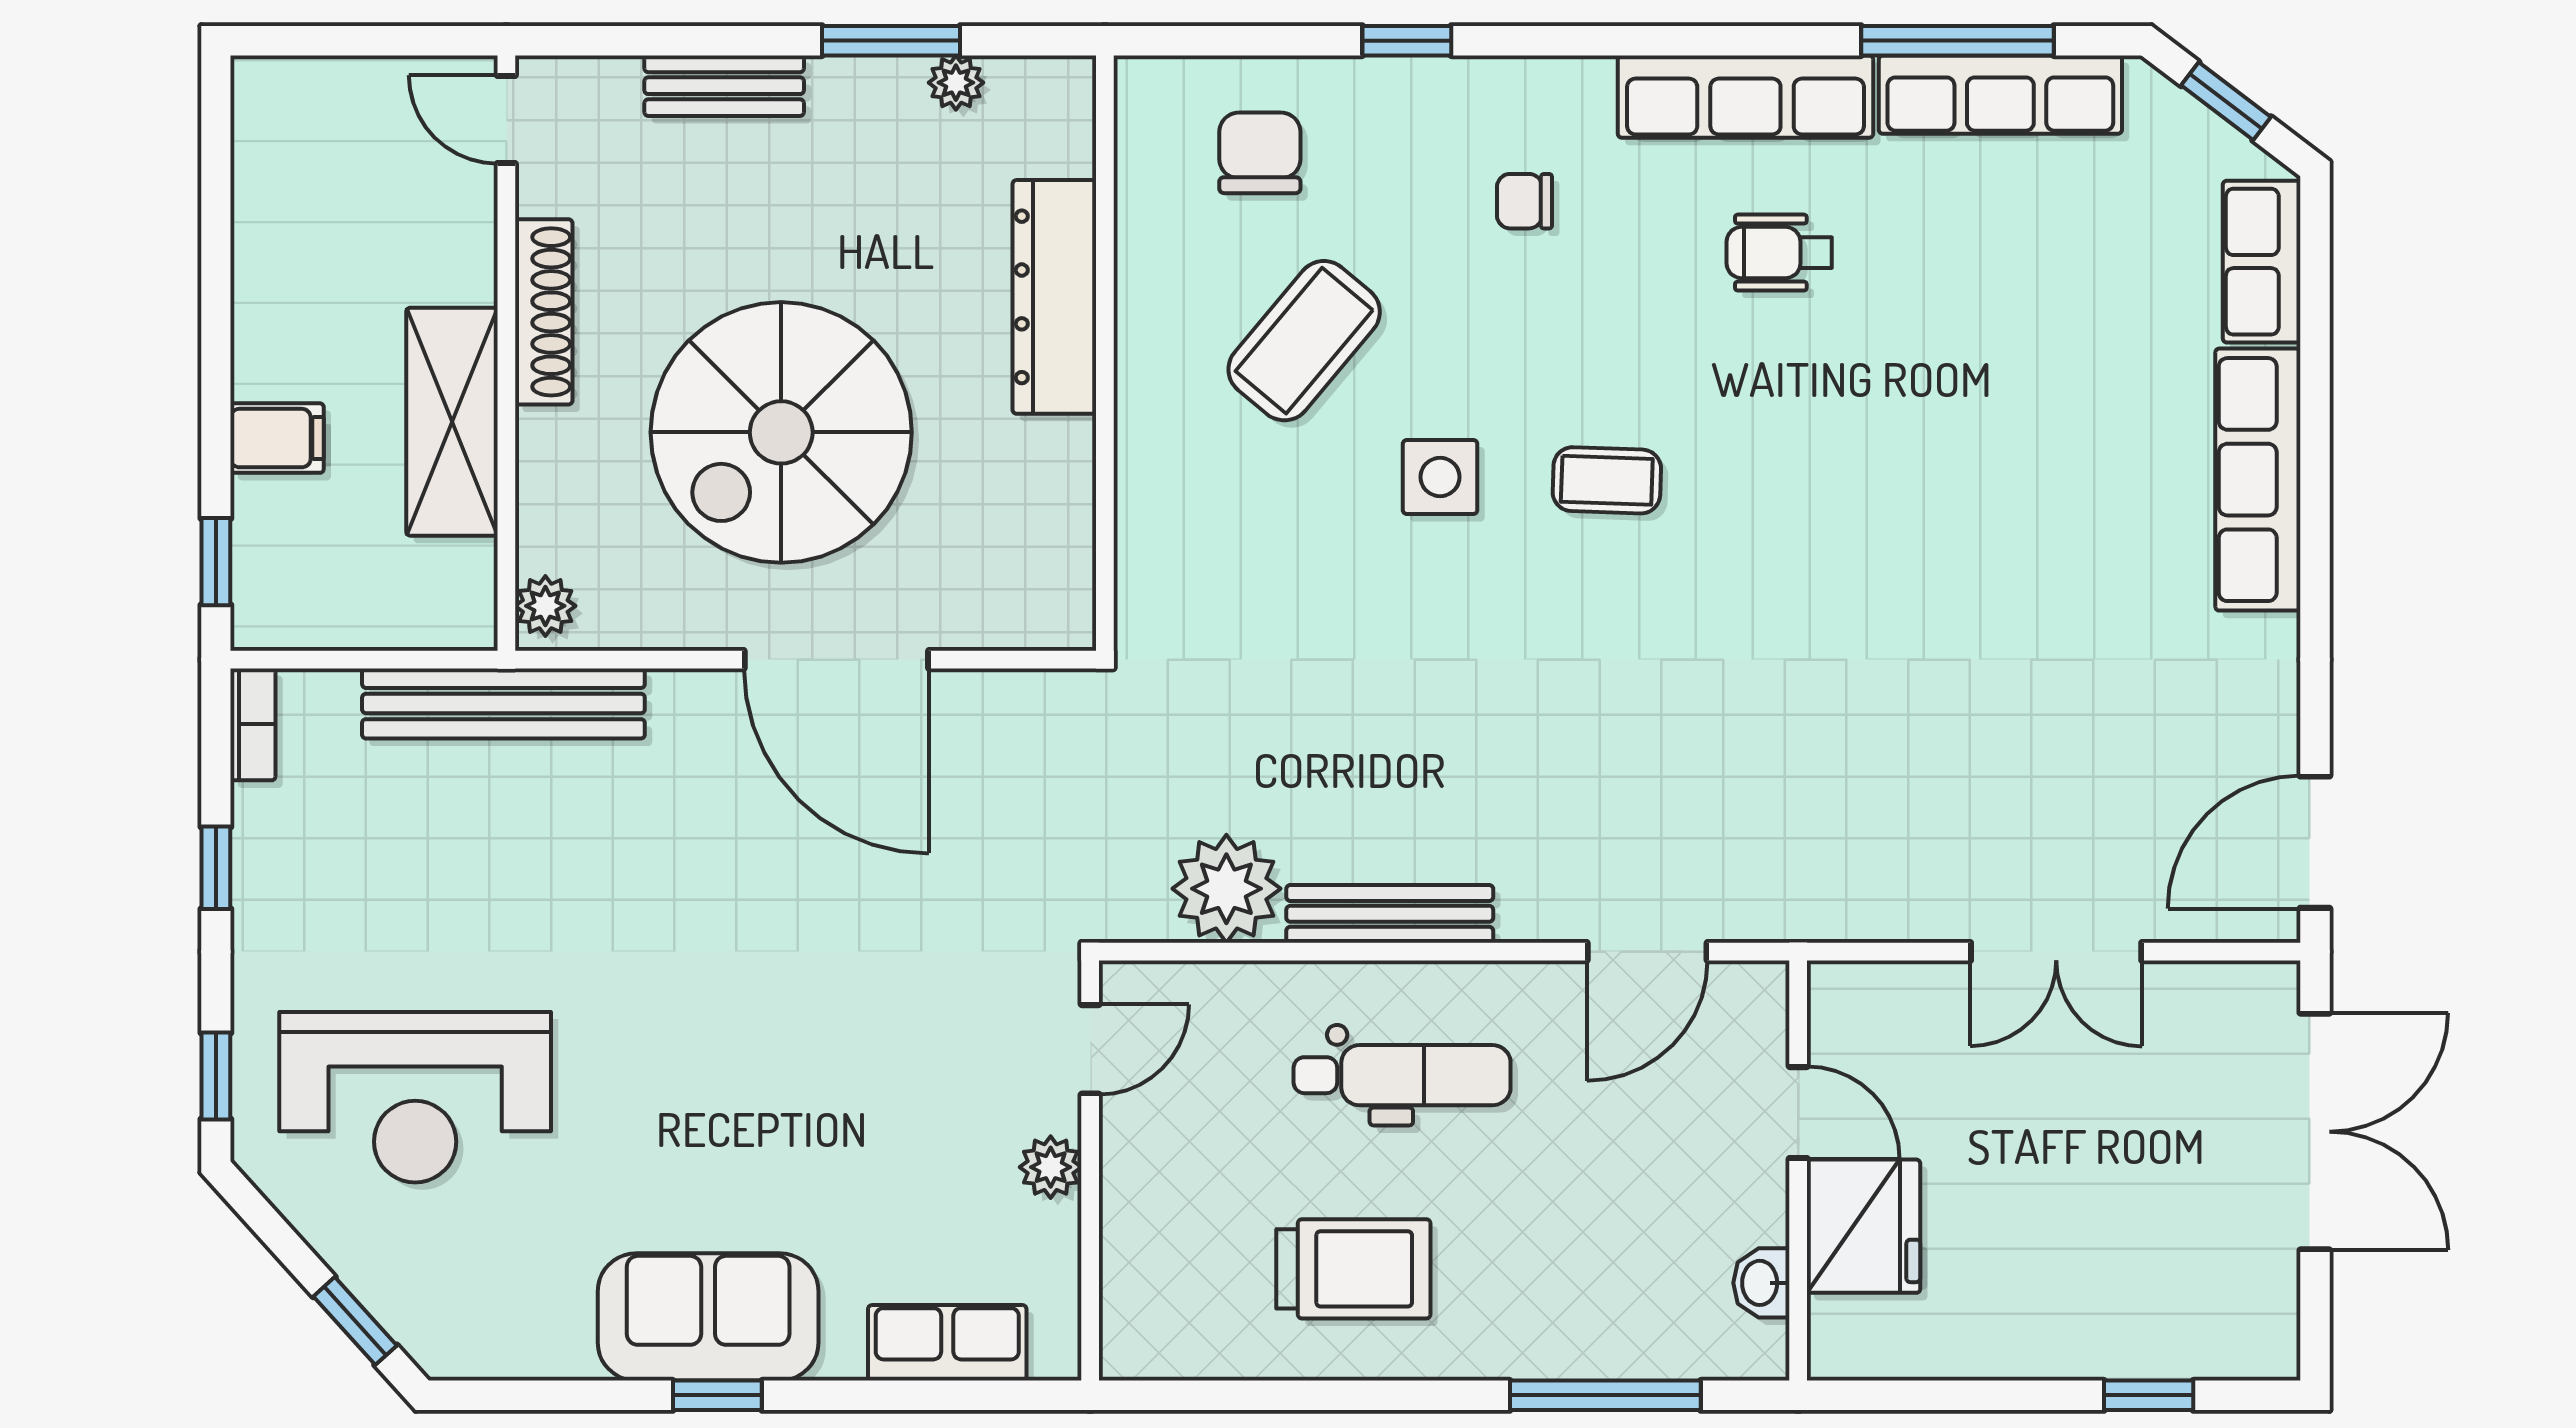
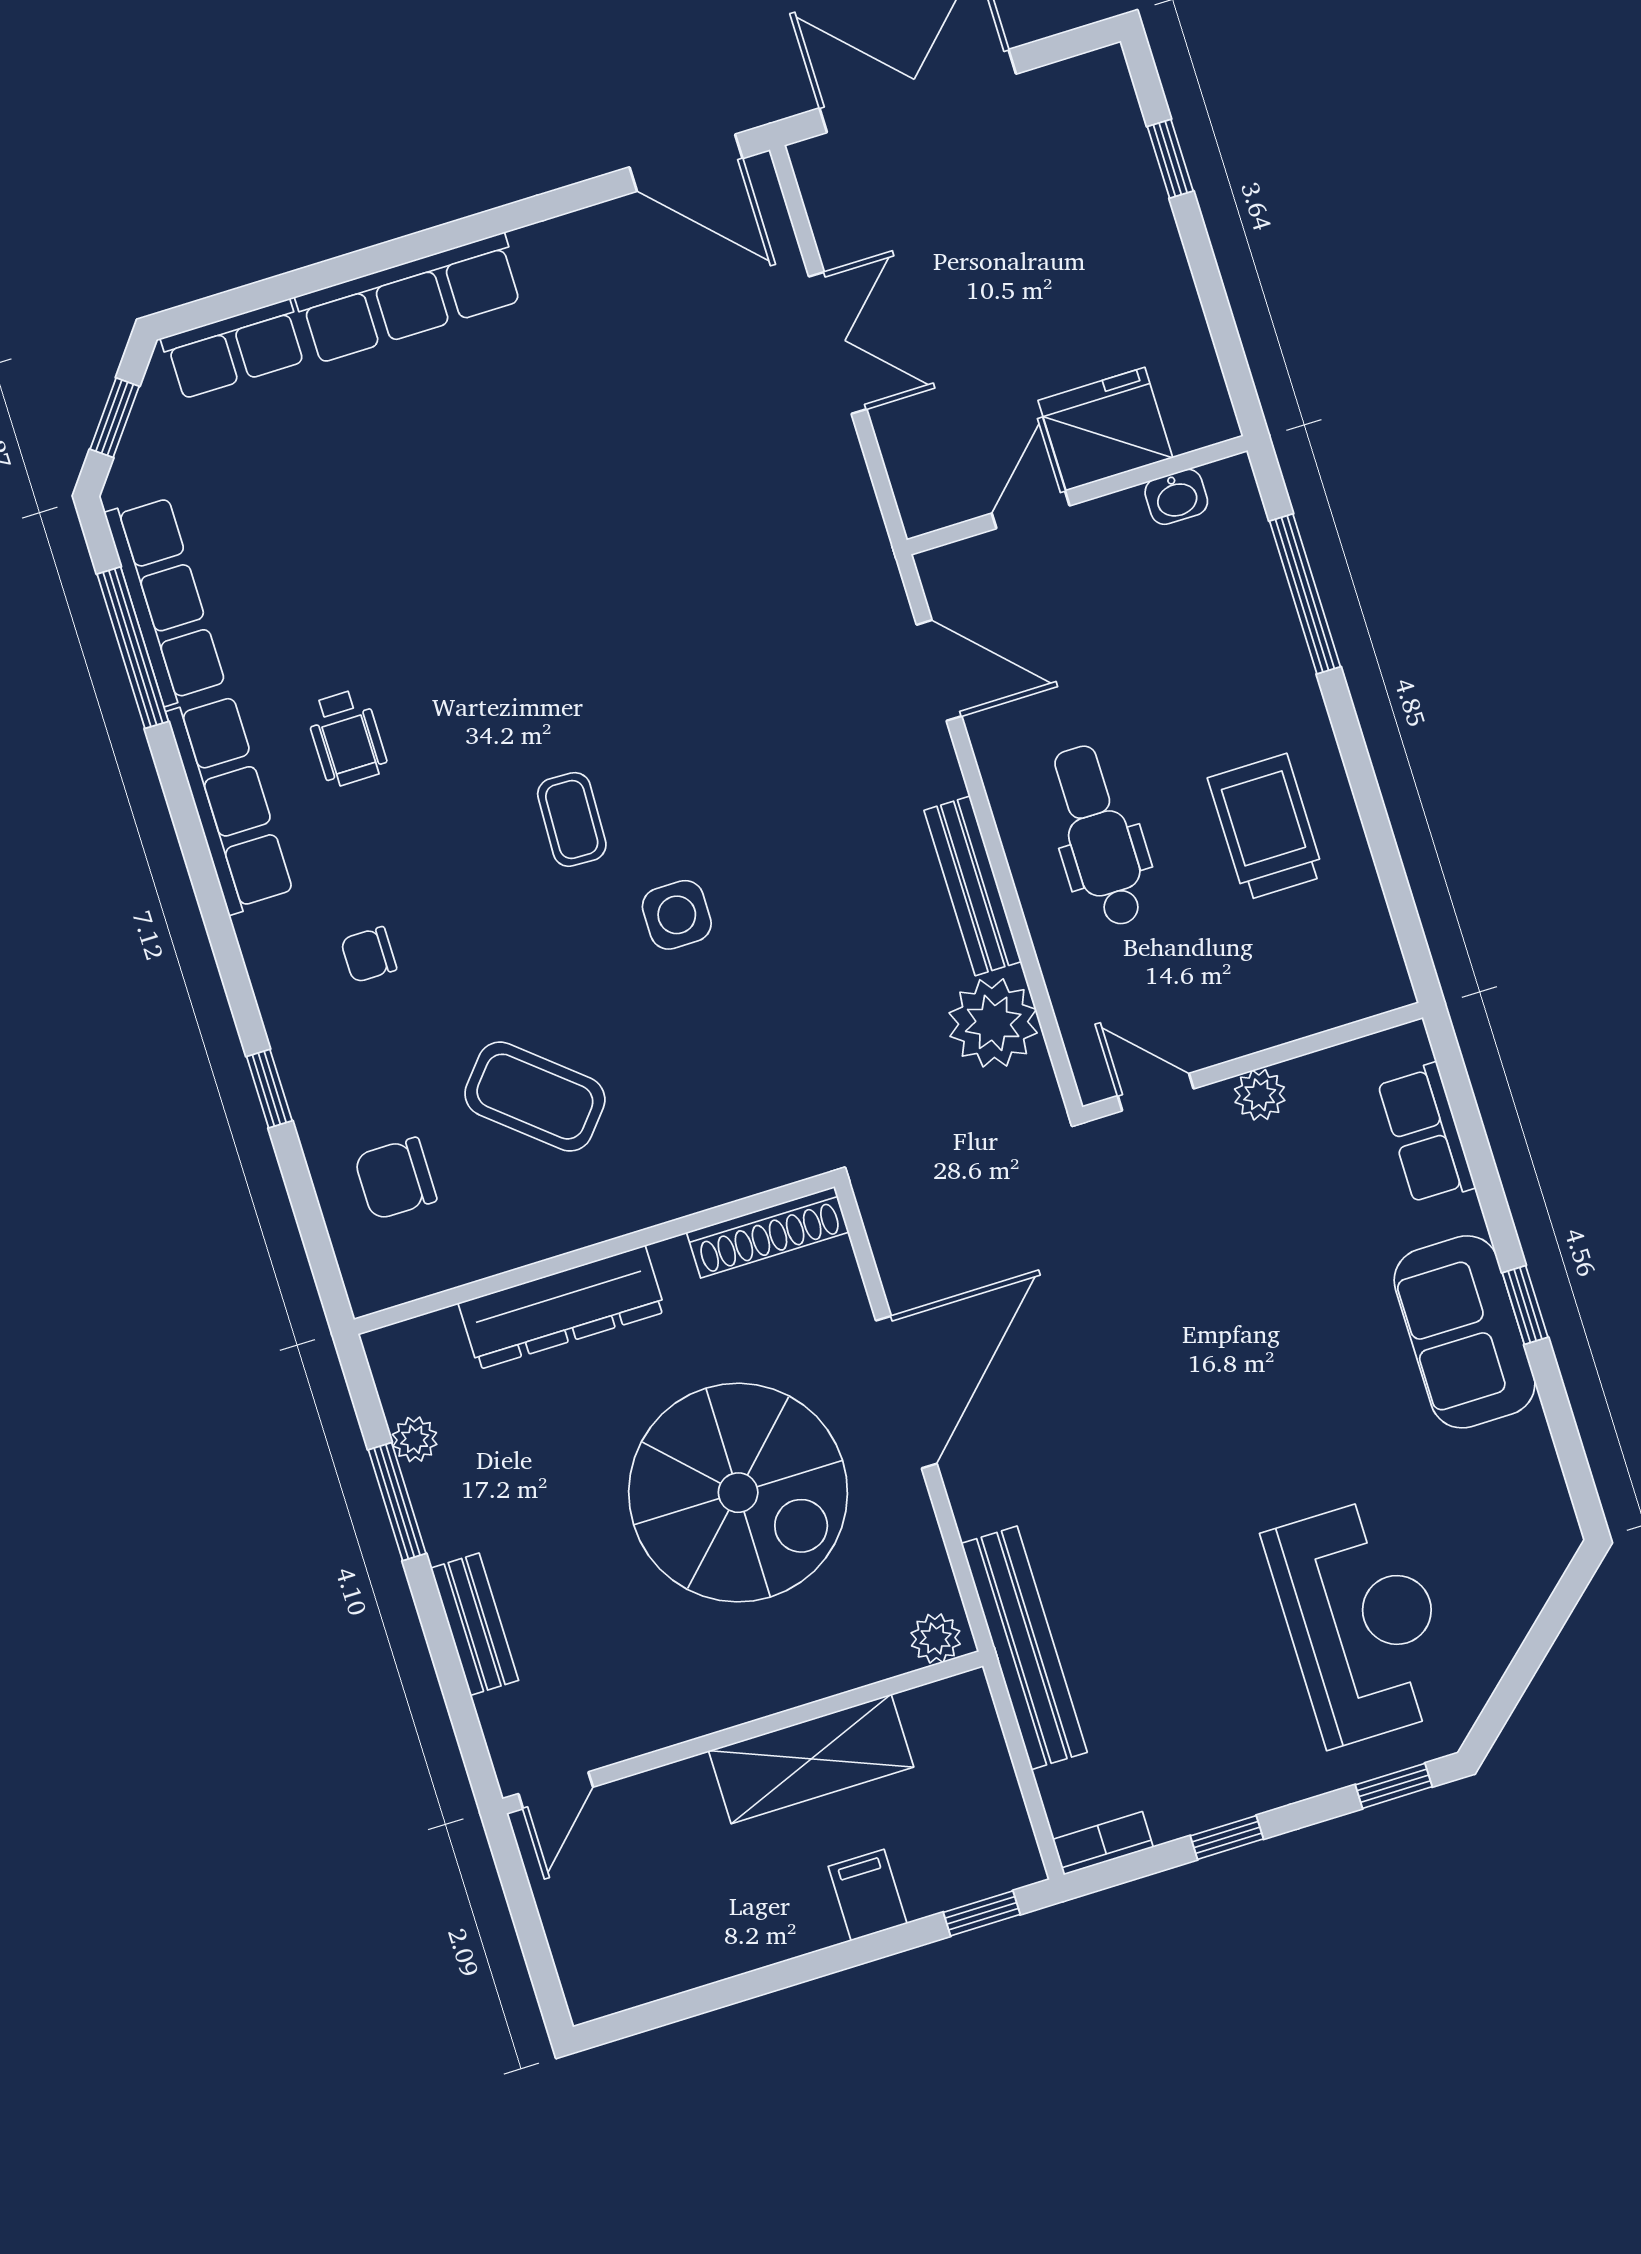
chair: (1525, 201) -> (369, 955), turned 90
shoe rack: (544, 312) -> (768, 1232), moved, turned 180
side table: (1440, 477) -> (677, 915), moved
window: (355, 1321) -> (1555, 1614), removed

